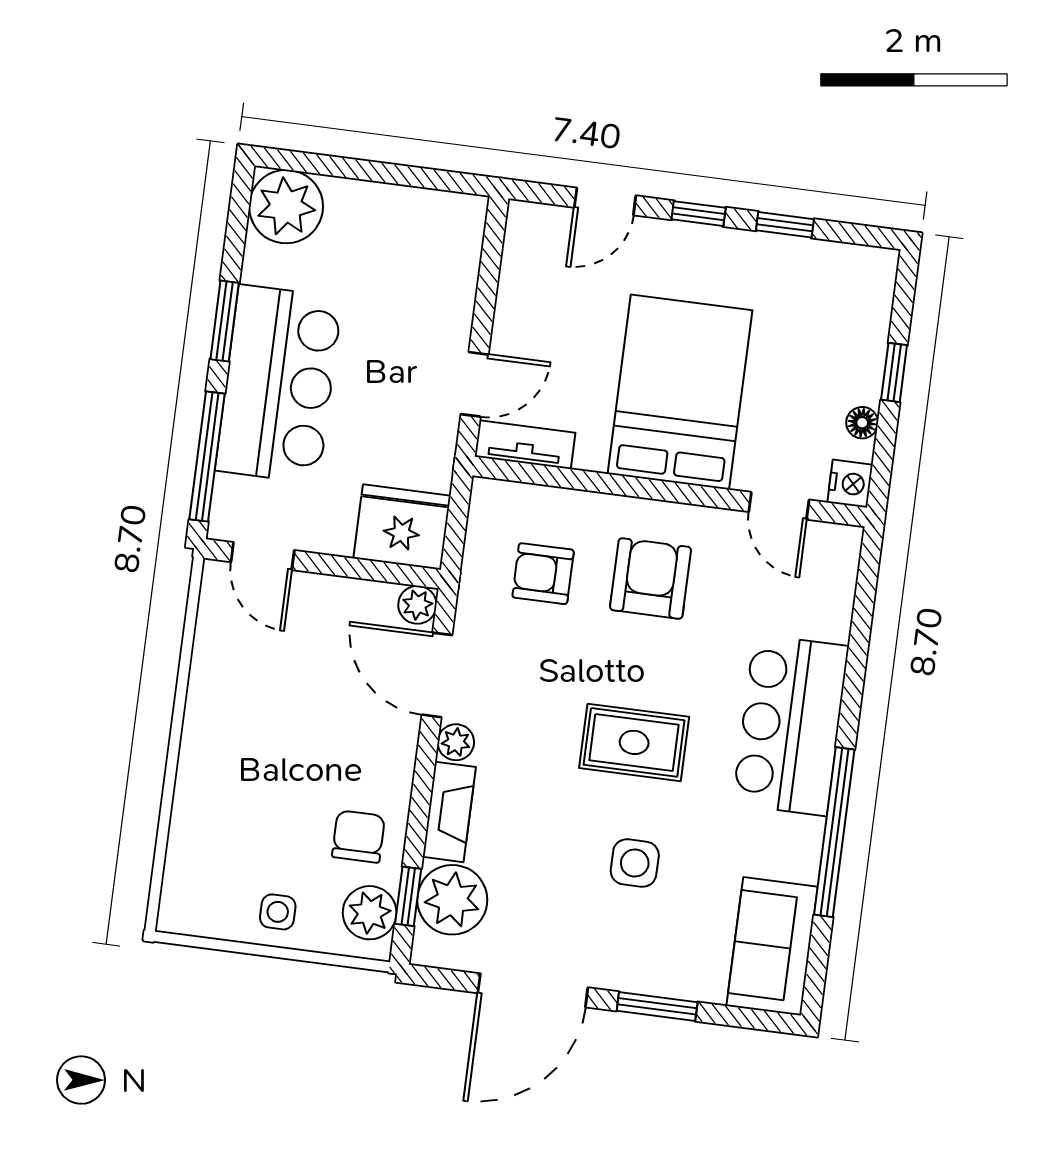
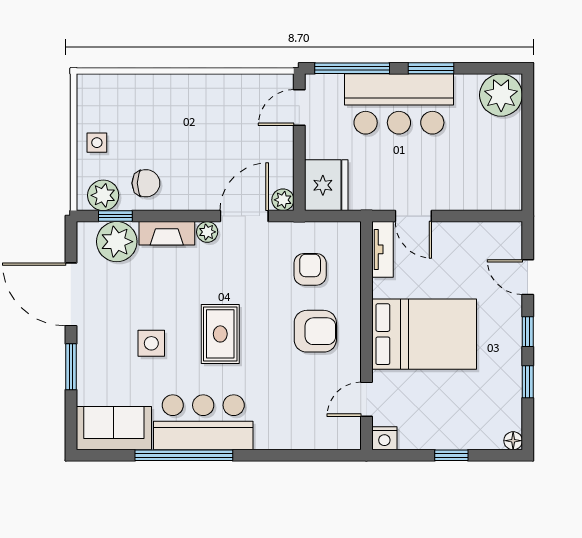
floor lamp: (862, 423) -> (513, 441), moved
bar counter: (791, 725) -> (203, 422), moved

